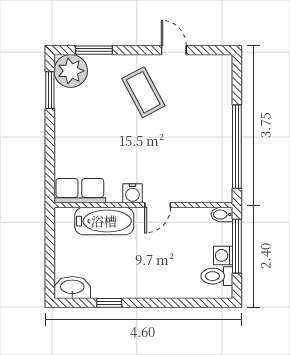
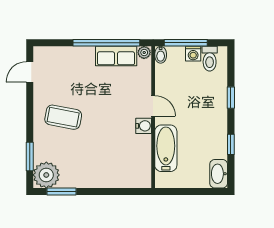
door: (174, 50) -> (30, 72), moved
coffee table: (143, 92) -> (63, 117), turned 39
row of seats: (80, 191) -> (116, 56), moved, turned -90
plant: (225, 194) -> (144, 52), added
window: (168, 303) -> (231, 98), added

